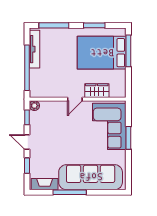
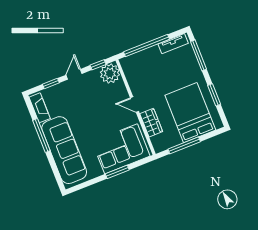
tv unit: (35, 49) -> (173, 44), width x0.71
window: (128, 51) -> (184, 145), moved
plant: (34, 106) -> (110, 73), width x1.87, depth x1.87

